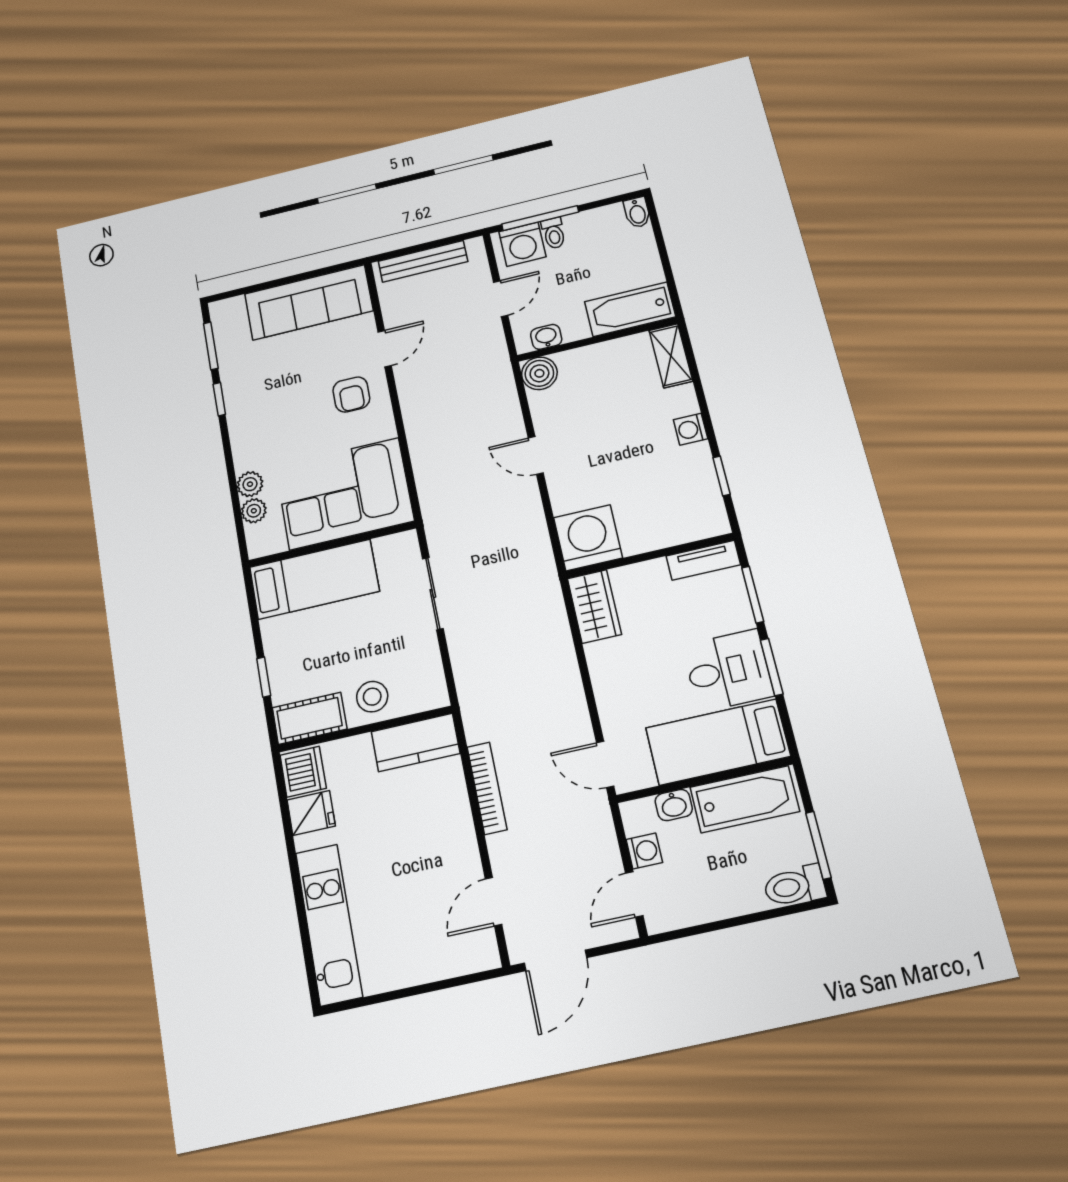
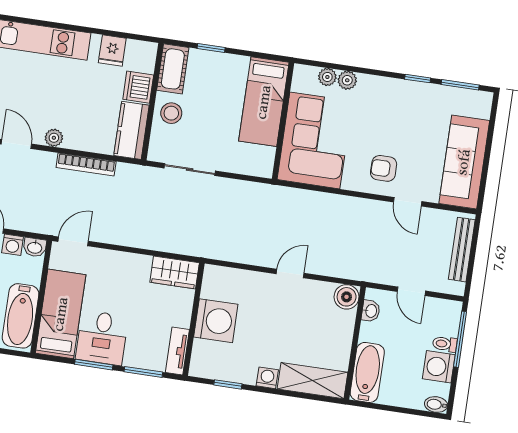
washing machine: (522, 244) -> (439, 367), moved
shelving: (671, 356) -> (313, 381), width x1.50, depth x1.33
washing machine: (588, 538) -> (216, 321), moved
sliding door: (433, 593) -> (190, 170), moved
dishwasher: (303, 772) -> (138, 87), moved, turned 90
washbasin: (674, 805) -> (35, 247), moved, turned -90
plant: (465, 850) -> (54, 138), added

